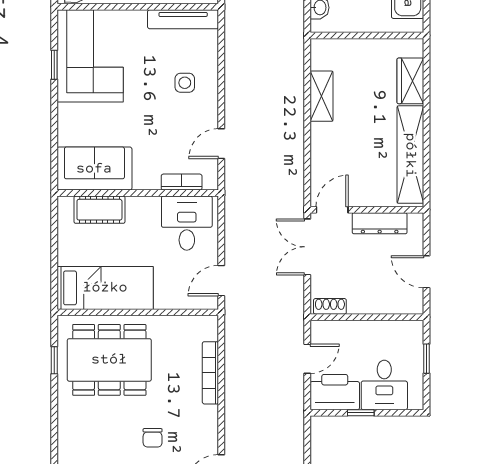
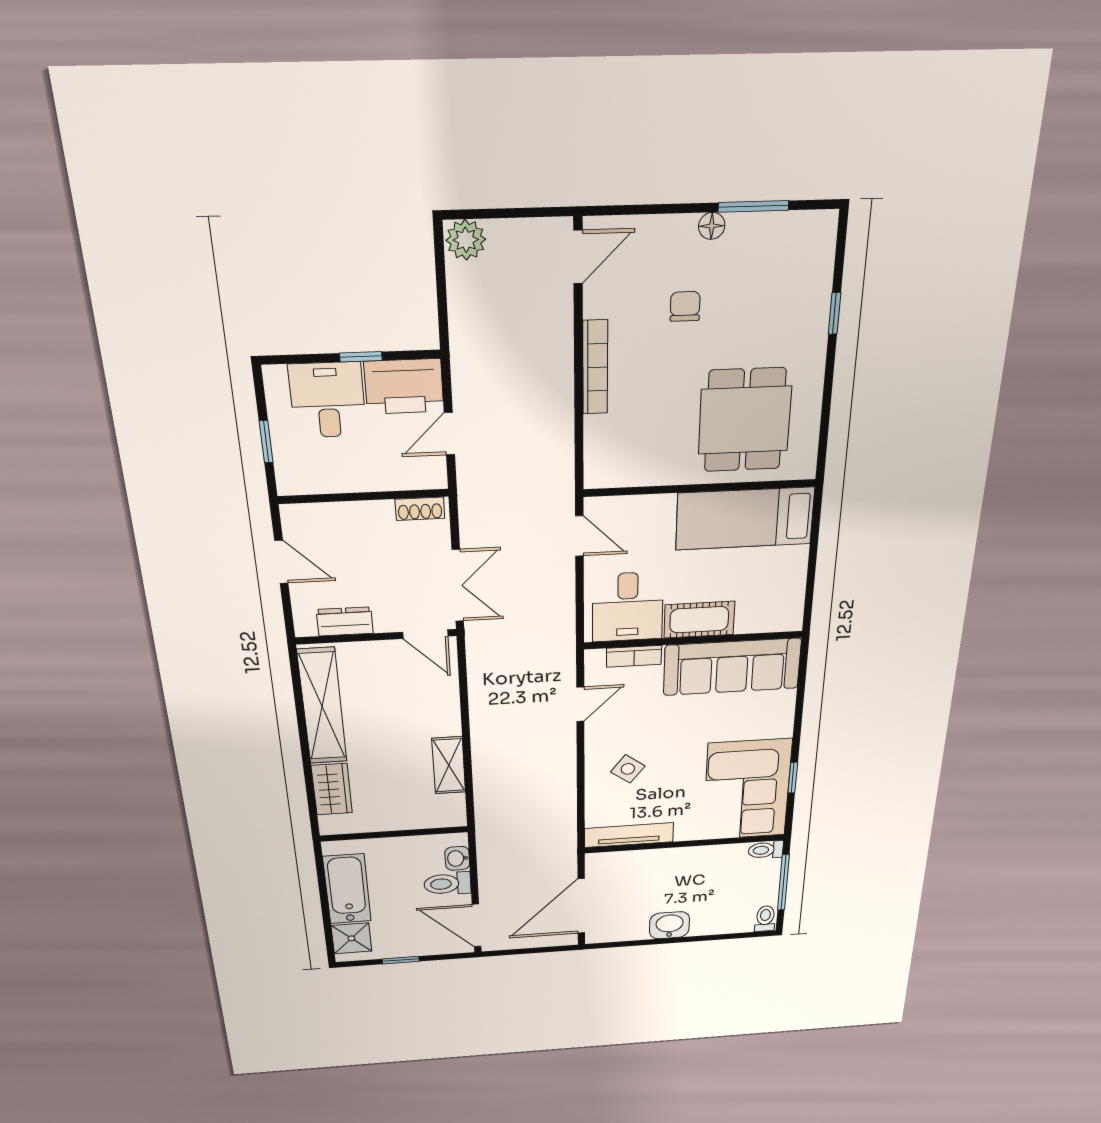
side table: (185, 83) -> (628, 769), turned 37
sofa: (94, 169) -> (732, 667), width x1.36
cot: (99, 210) -> (699, 620), moved
door: (332, 210) -> (425, 634), hinge flipped
dresser: (380, 223) -> (345, 621), width x0.70
door: (221, 281) -> (579, 536), hinge flipped
window: (54, 360) -> (835, 313), moved
dining table: (109, 360) -> (745, 420), width x0.73
bookcase: (210, 373) -> (595, 367), moved

